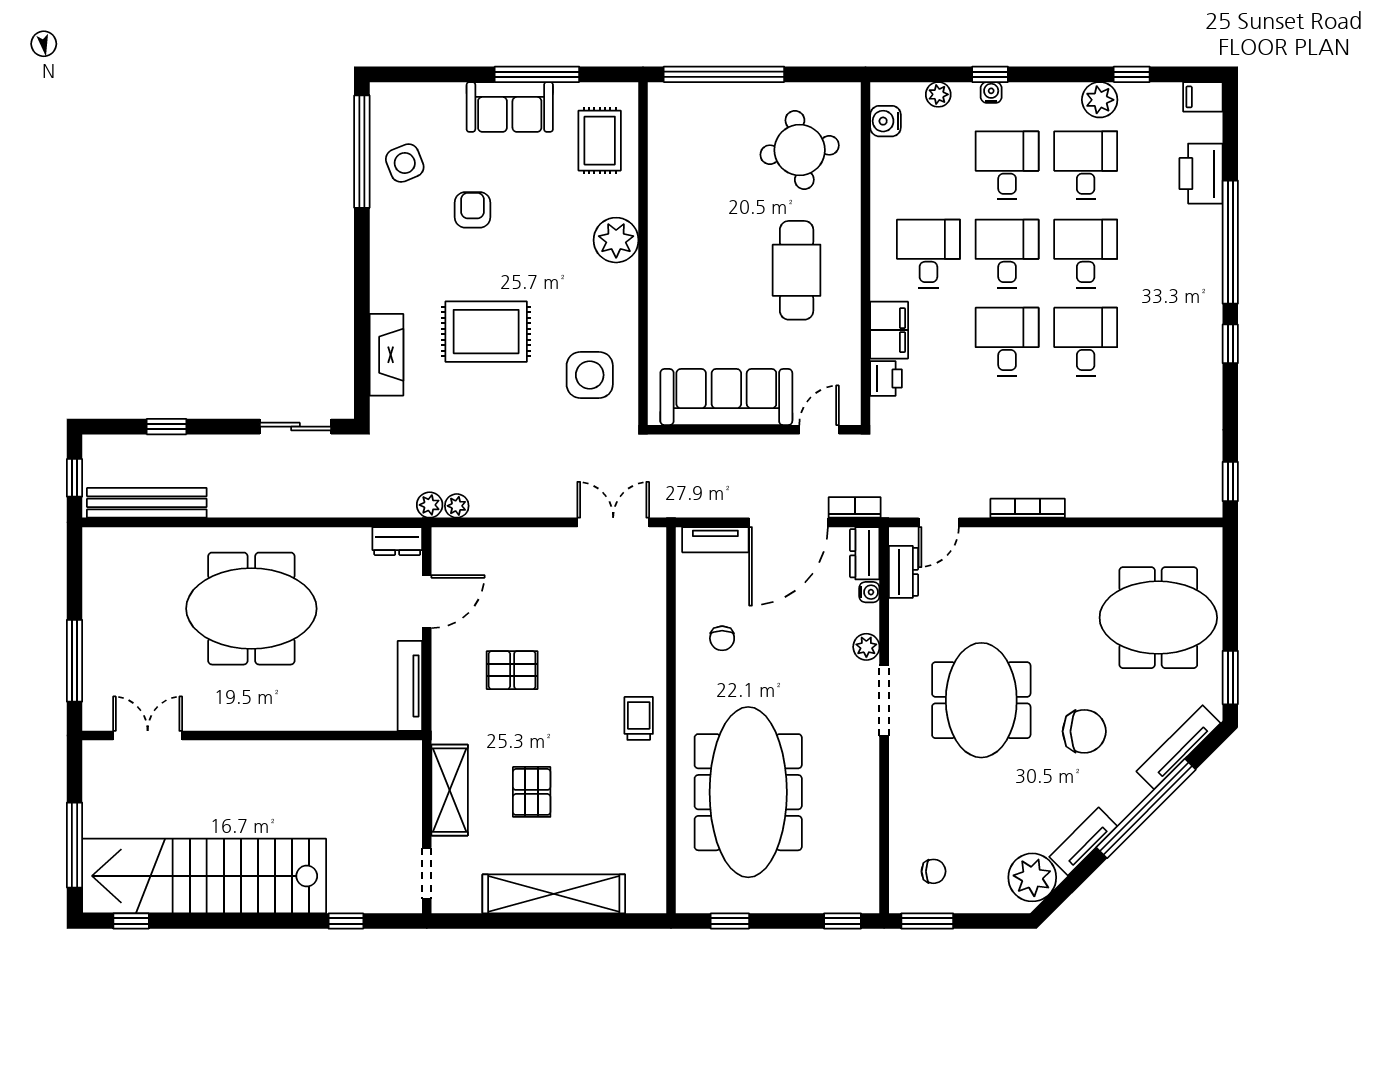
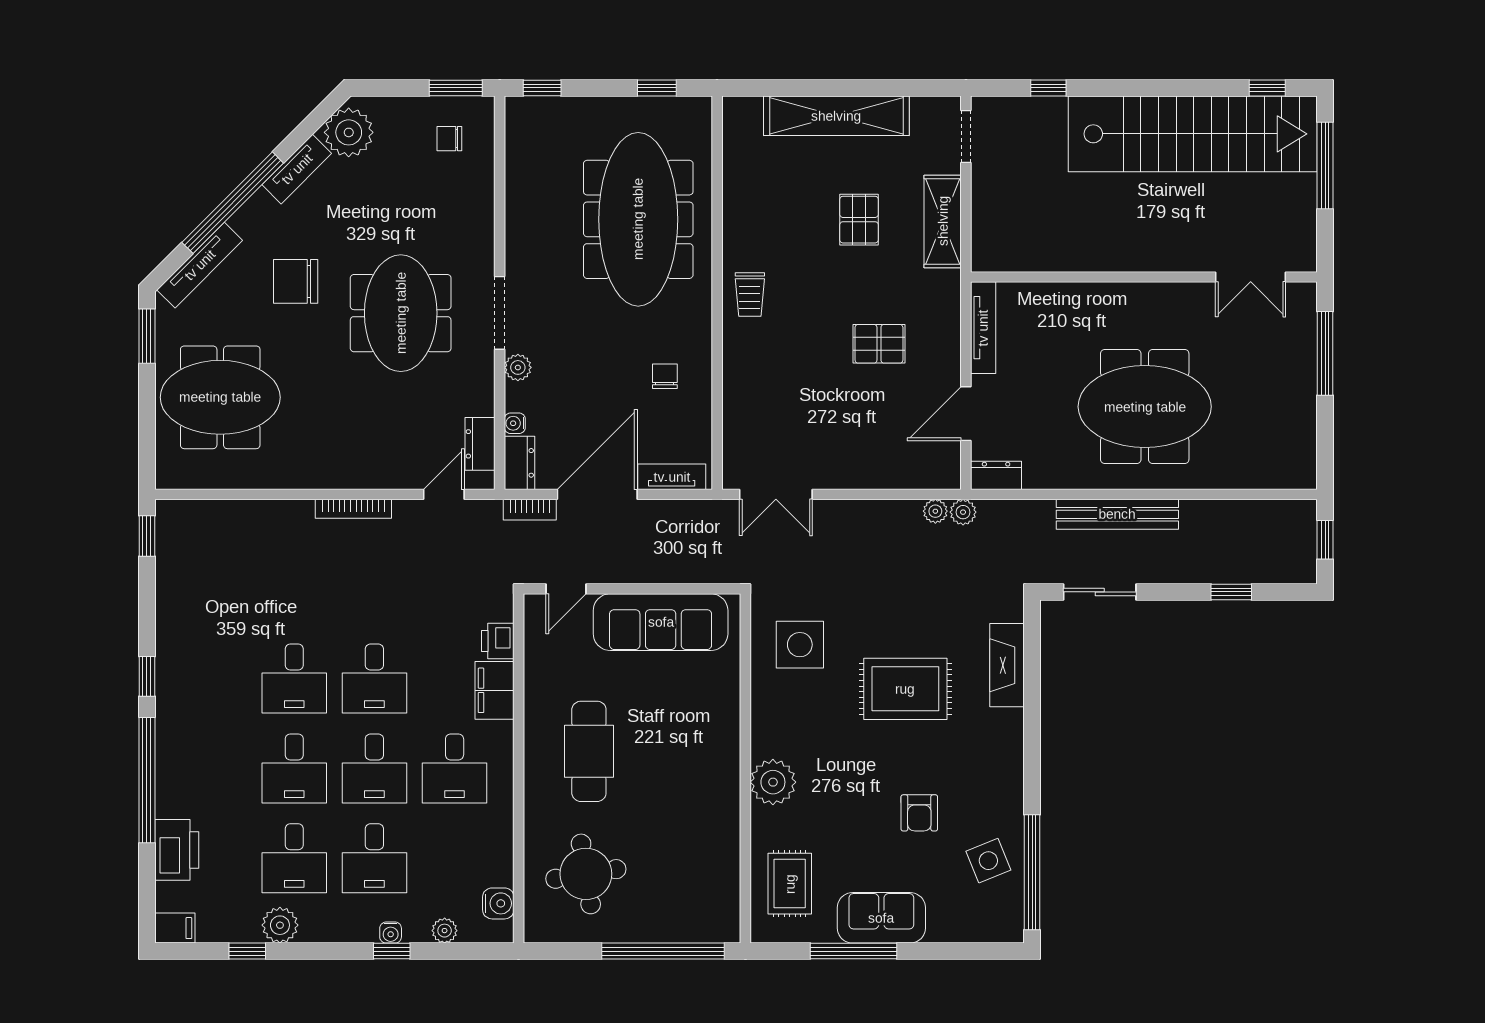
bench: (147, 503) -> (1117, 514), moved

